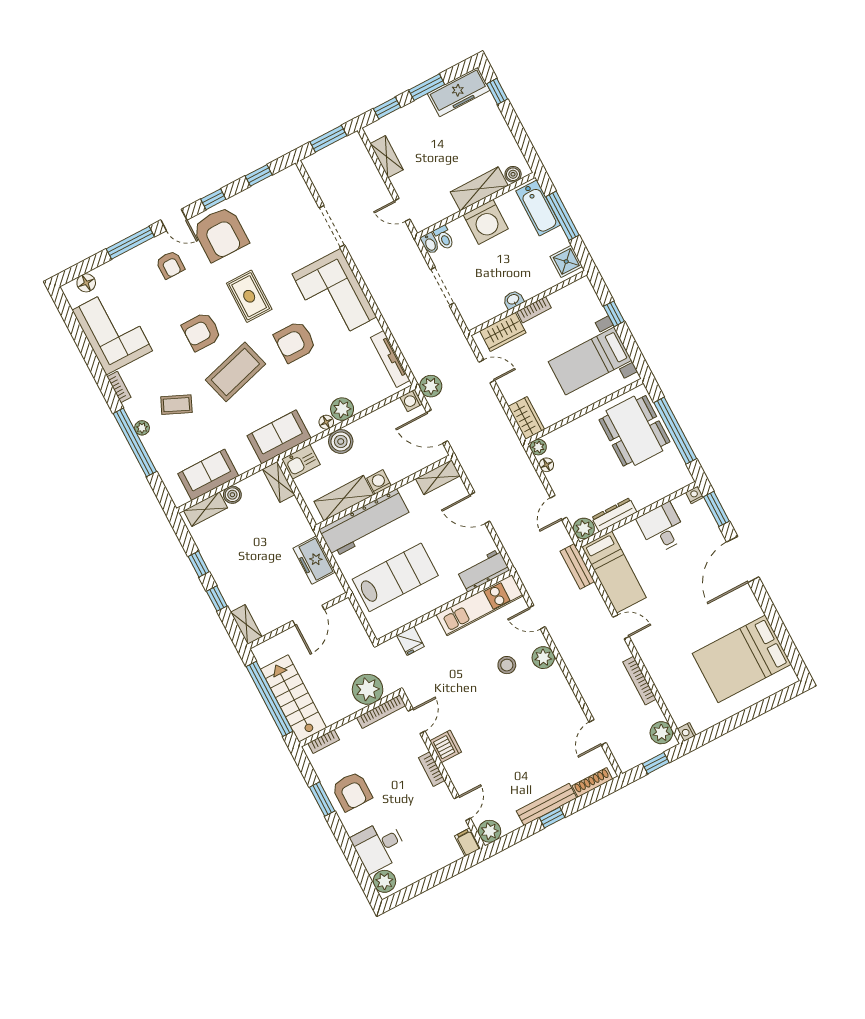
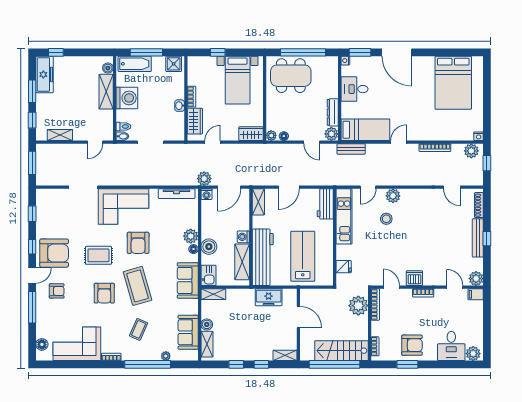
plant: (142, 428) -> (166, 356), moved

